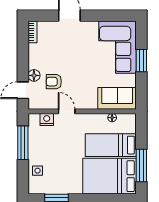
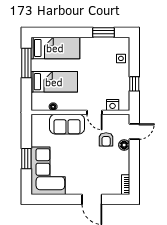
armchair: (54, 82) -> (106, 139), turned 90
sofa: (117, 98) -> (67, 124), moved
window: (23, 143) -> (134, 84), width x0.46
bed: (110, 176) -> (55, 48), width x0.67

